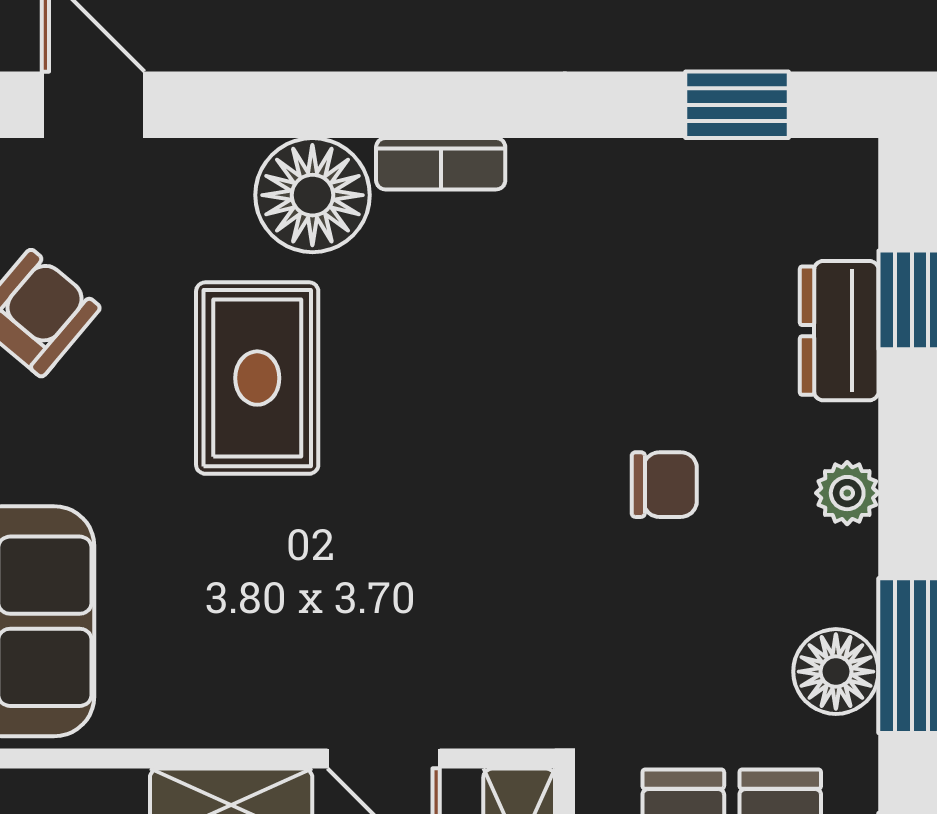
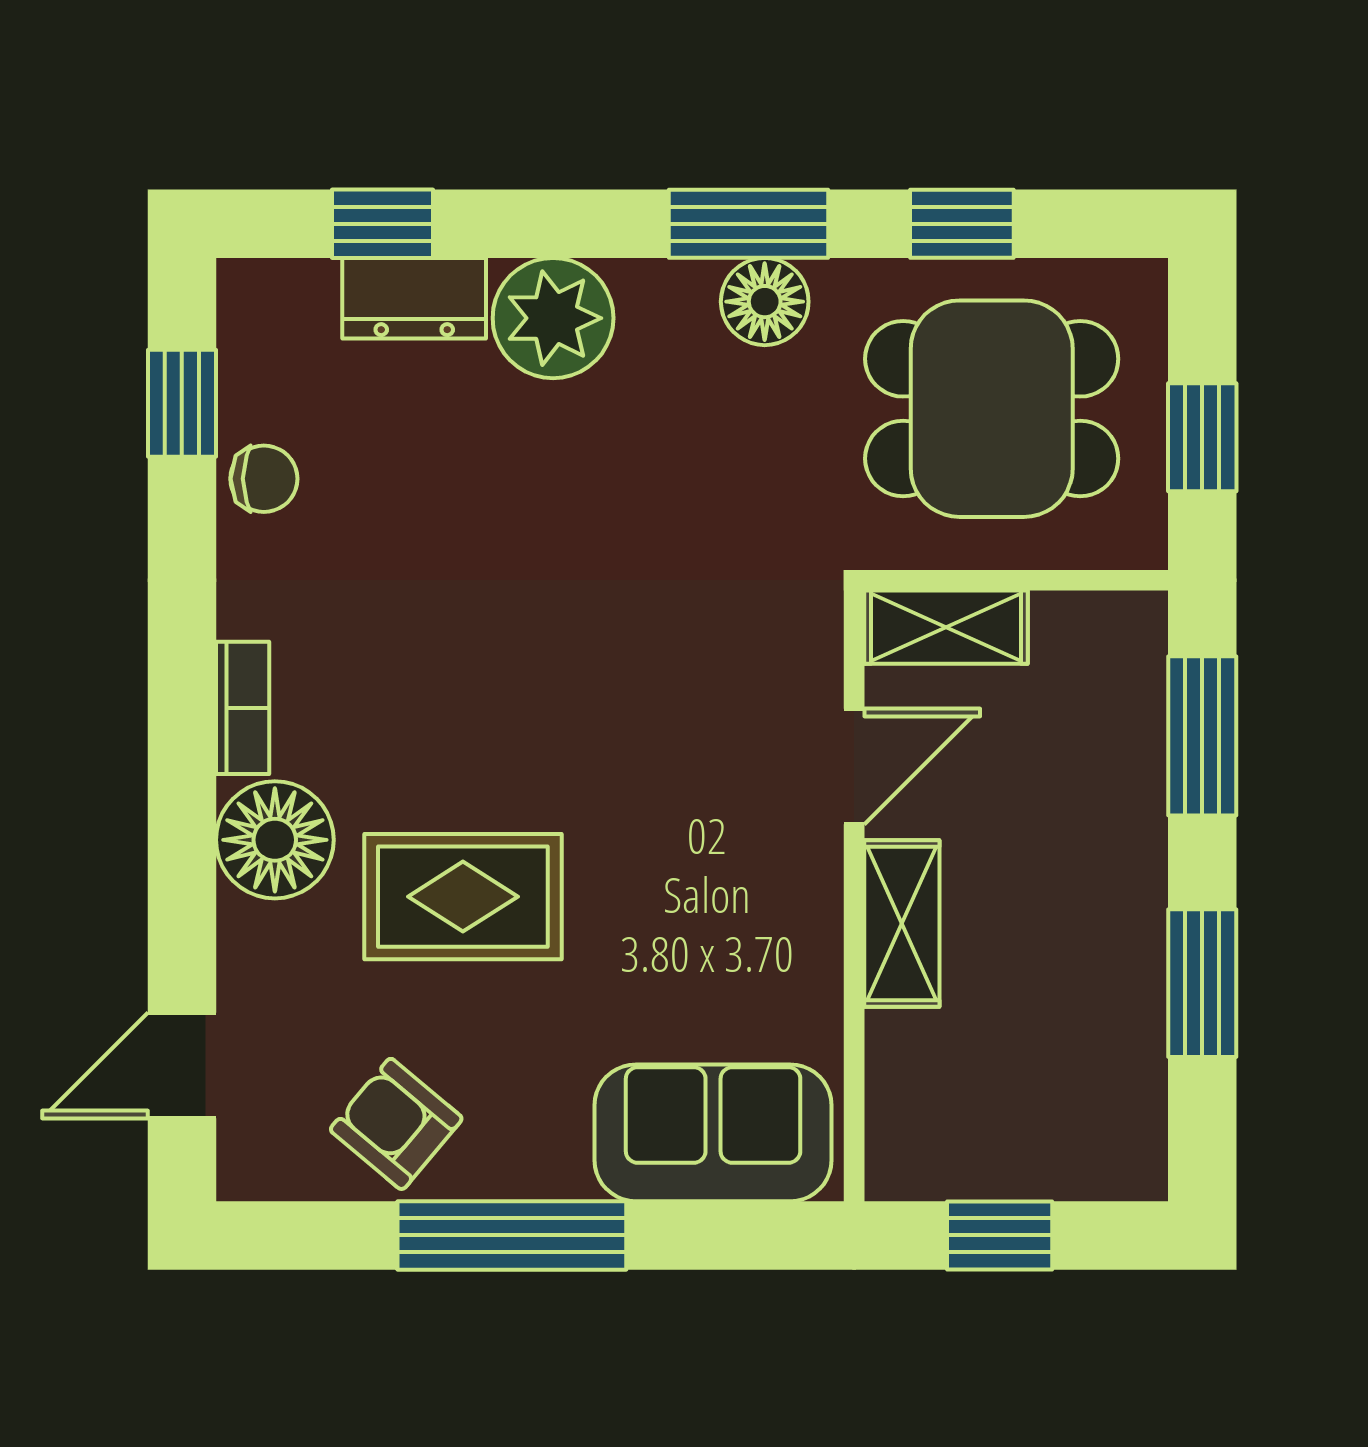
chair: (664, 485) -> (264, 479), moved, turned 90
plant: (847, 493) -> (553, 318), width x1.87, depth x1.87

